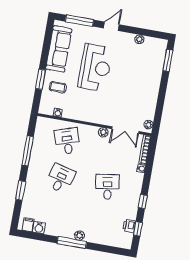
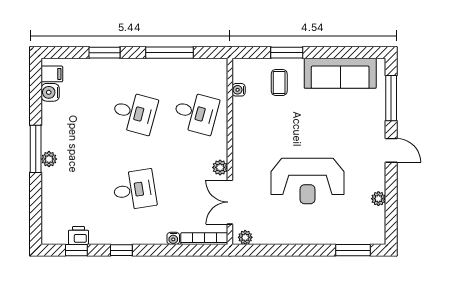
reception desk: (95, 68) -> (307, 181), moved
desk: (67, 141) -> (196, 113), turned 33

